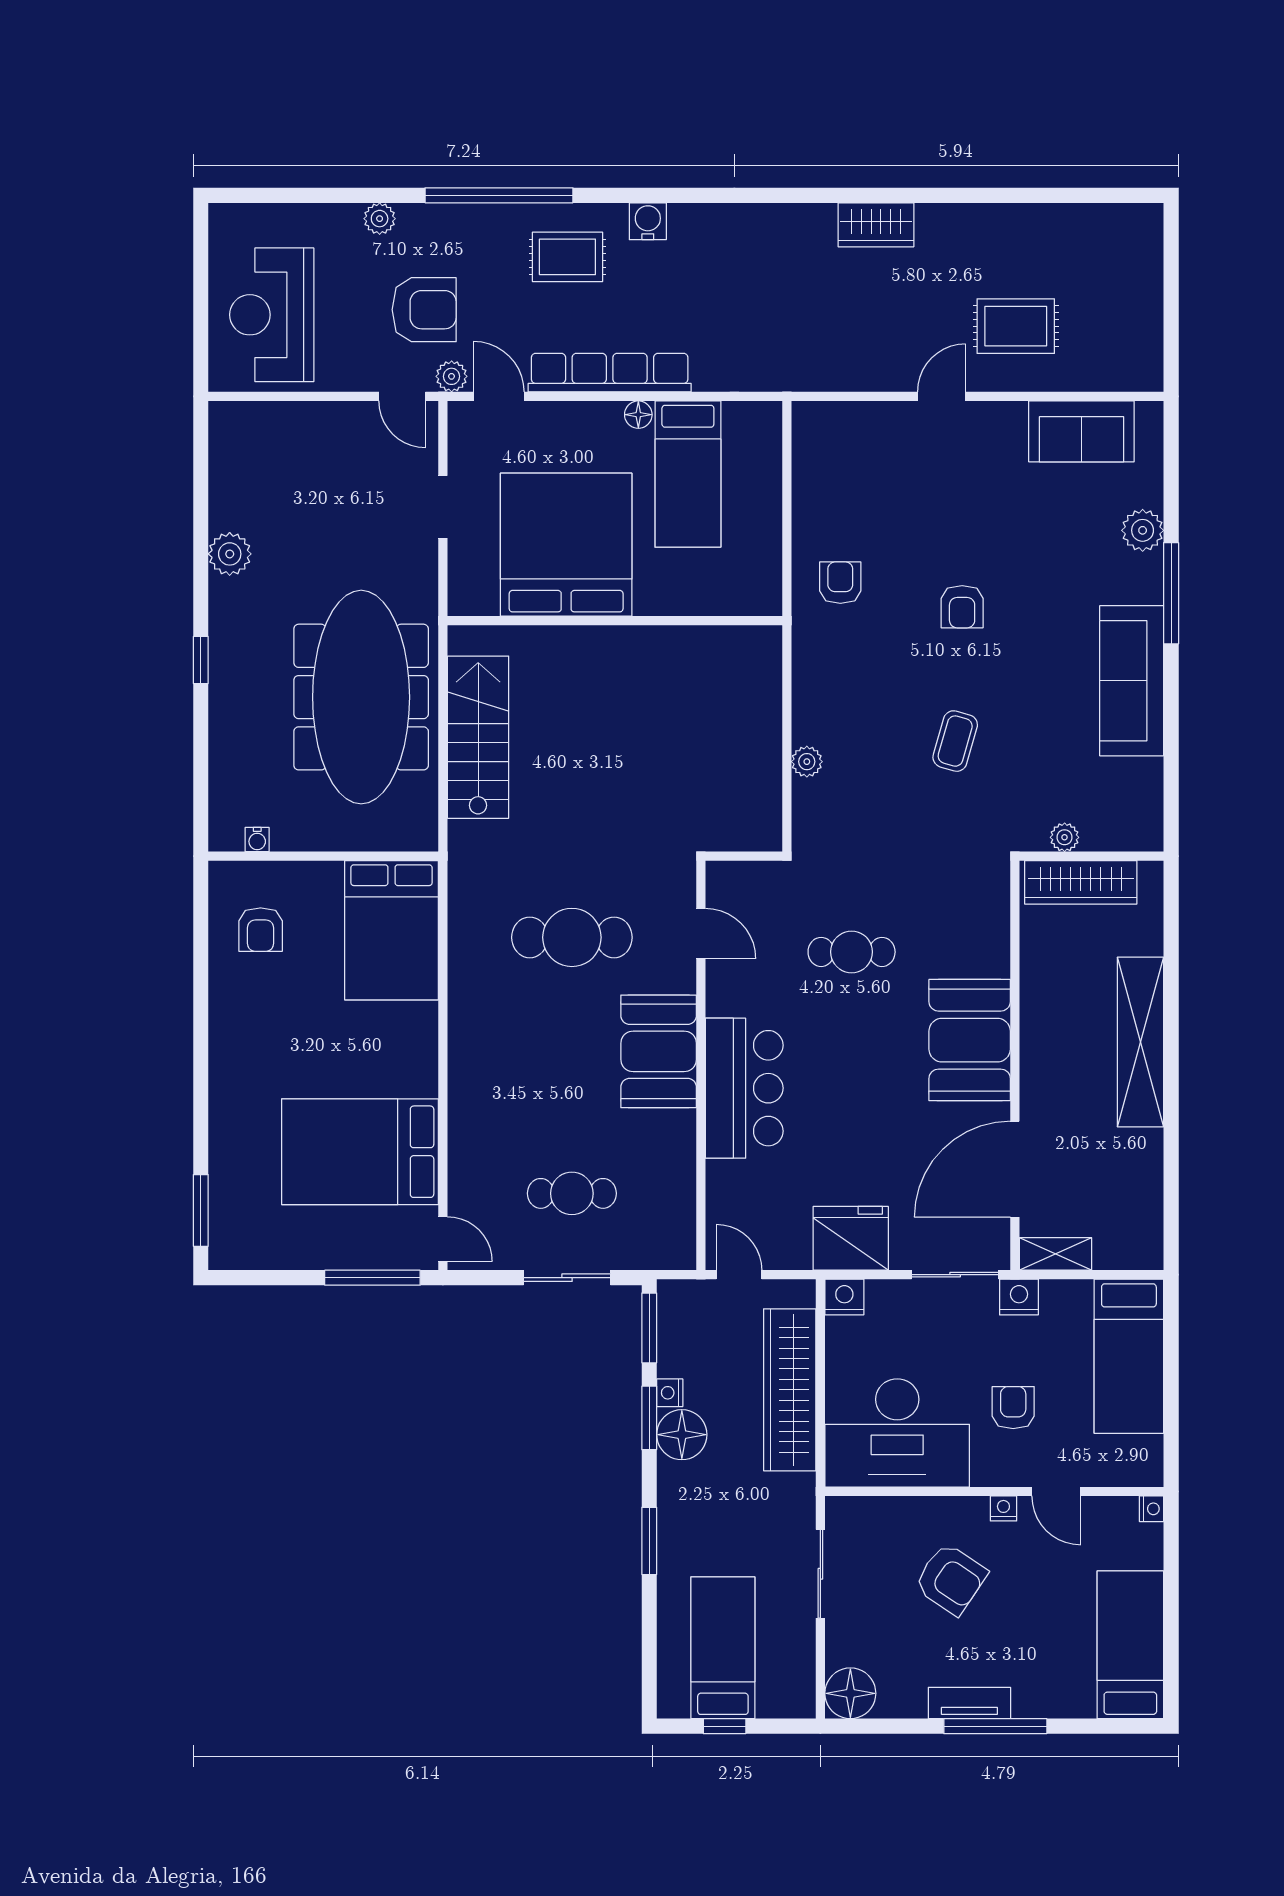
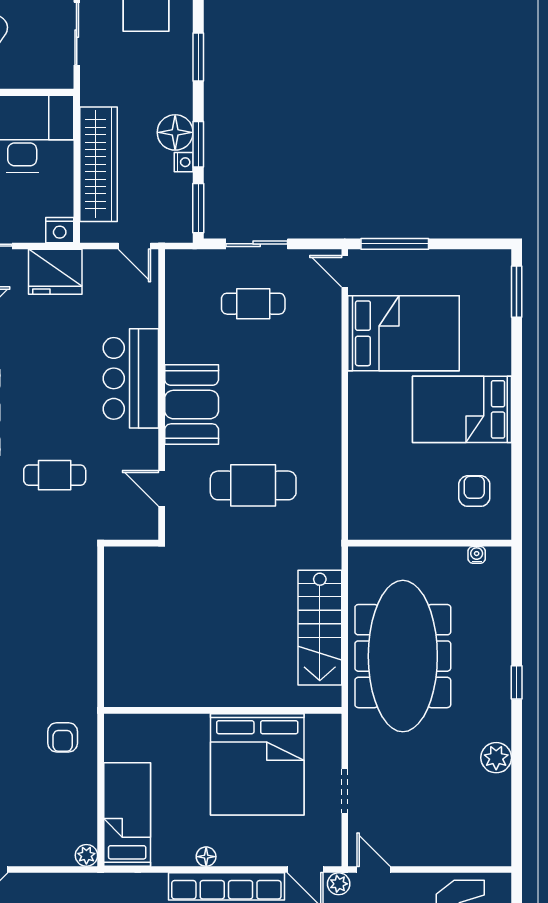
bed: (688, 474) -> (127, 814), moved
plant: (807, 762) -> (86, 855), moved
bed: (392, 930) -> (462, 409), moved, turned -90

